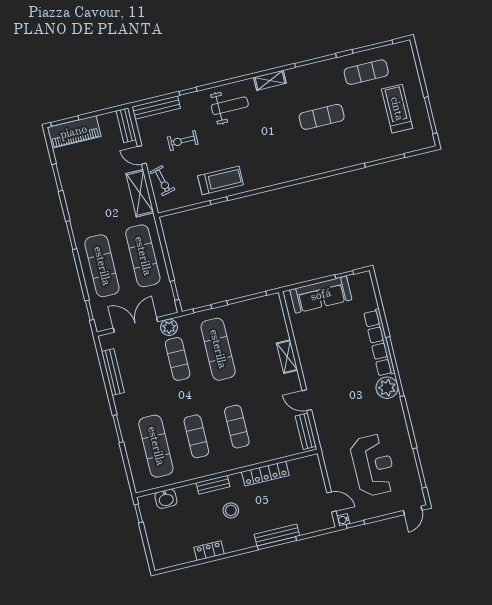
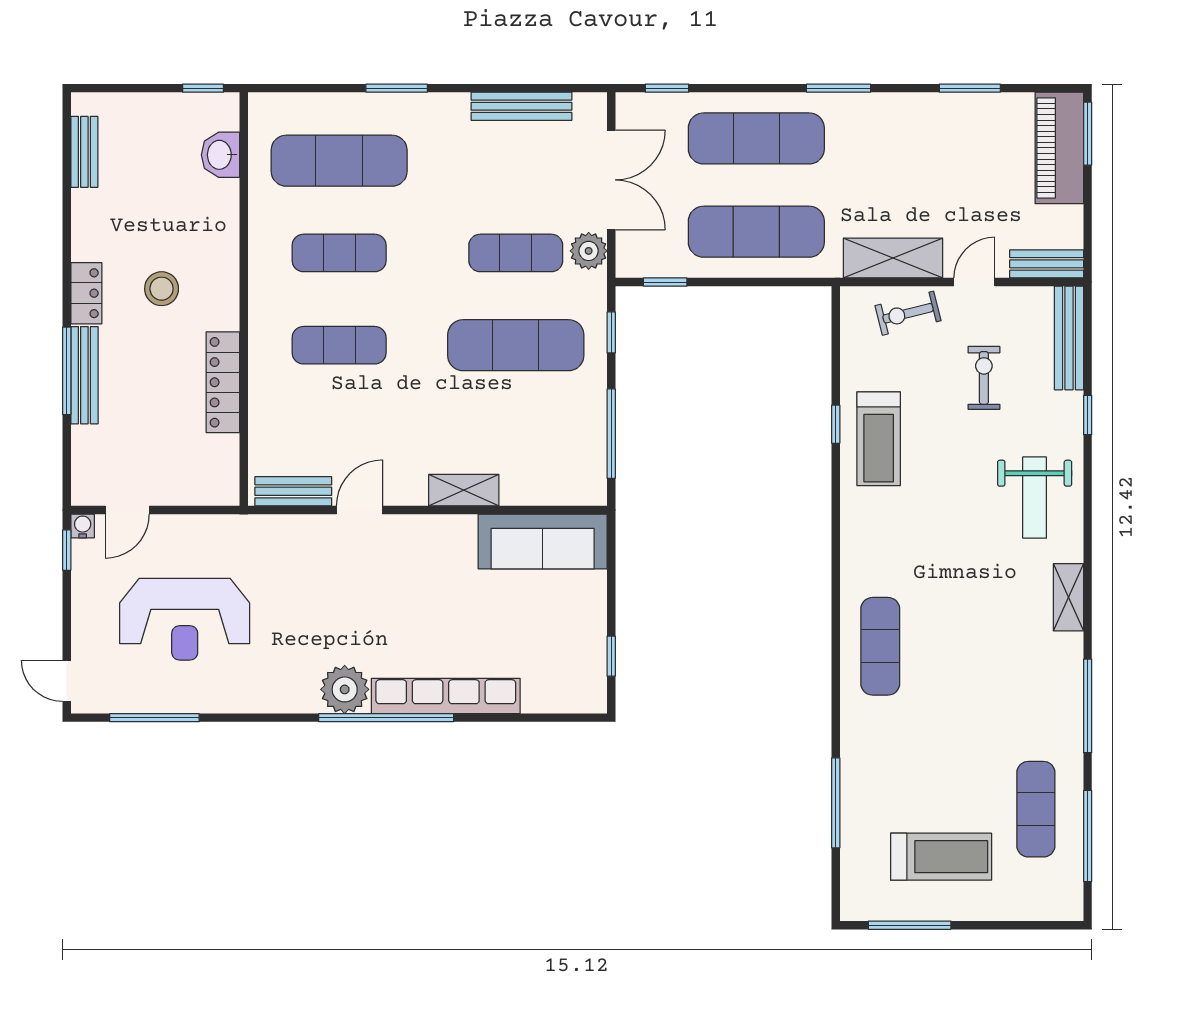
exercise mat: (322, 117) -> (880, 646), moved
sofa: (321, 295) -> (543, 542), moved, turned -90
bench: (213, 485) -> (84, 152), moved
locker: (209, 551) -> (86, 293), moved

